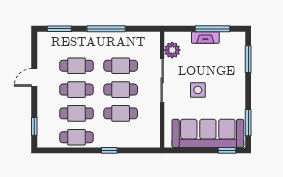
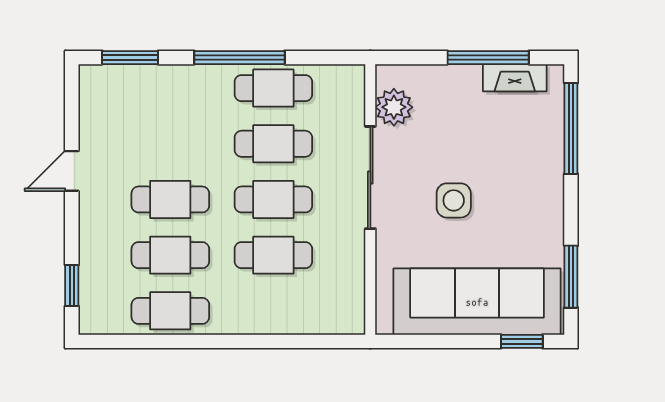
fireplace: (205, 37) -> (515, 78), moved
window: (248, 59) -> (571, 128), width x1.44
cafe table: (76, 66) -> (273, 88), moved
window: (109, 150) -> (247, 341), removed

